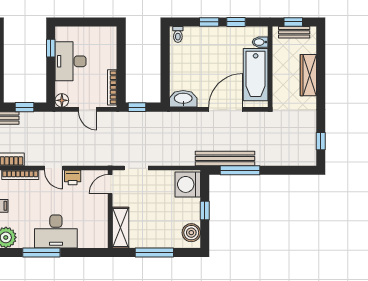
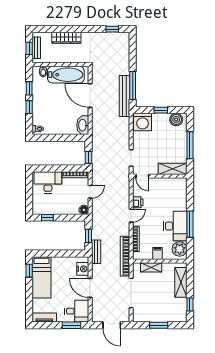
desk: (71, 61) -> (48, 182), moved, turned 180
desk: (56, 231) -> (175, 226), moved

